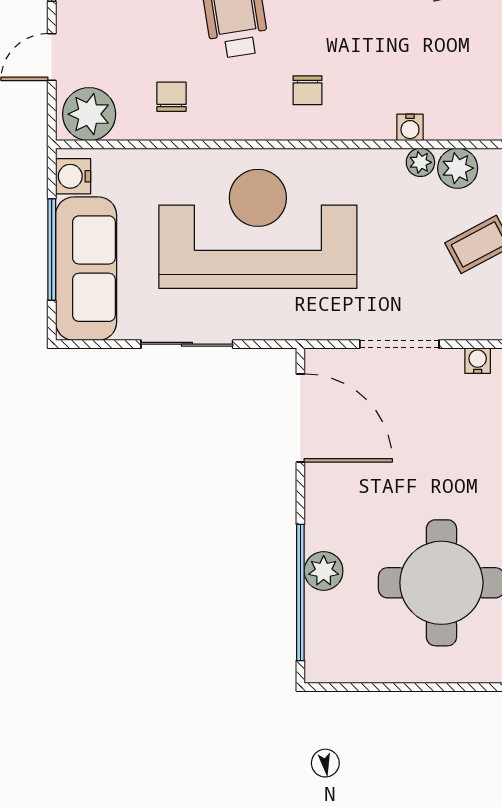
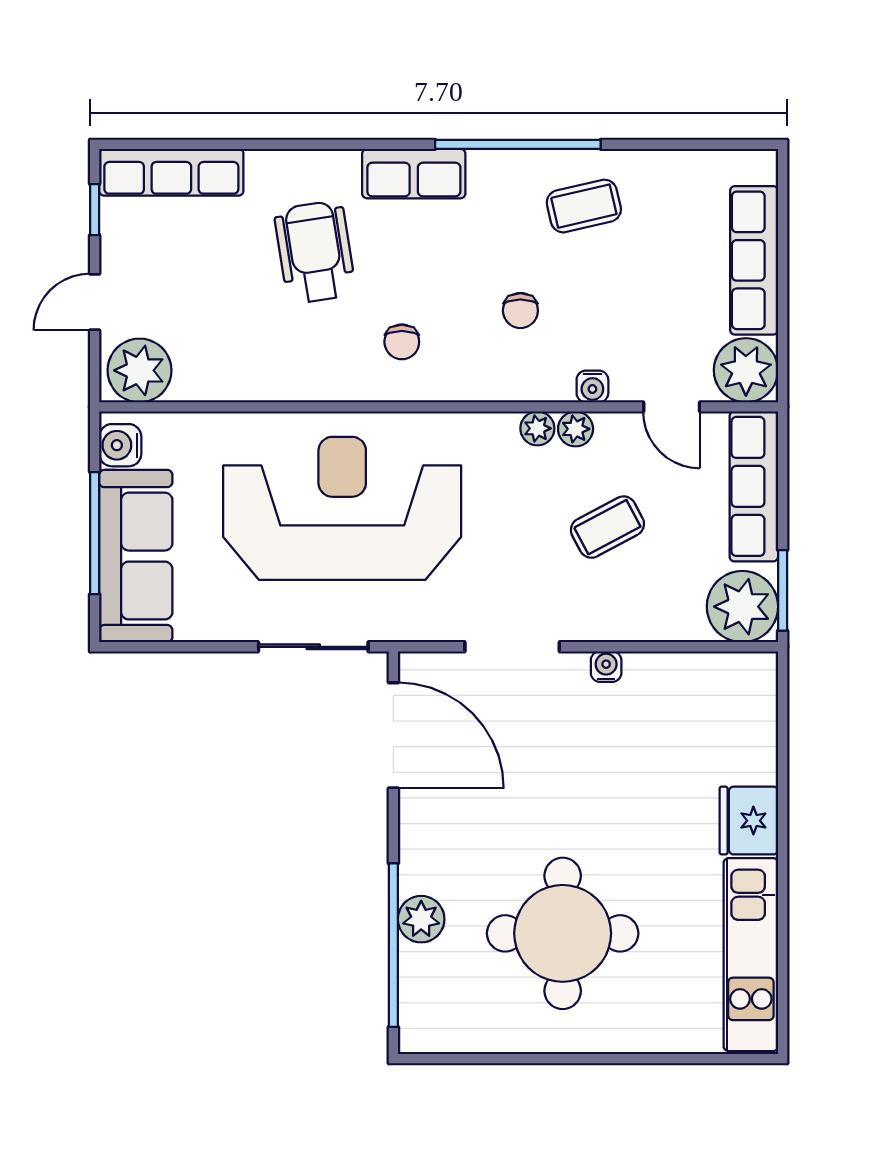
chair: (171, 97) -> (520, 311), moved, turned 180
water cooler: (410, 127) -> (592, 386), moved
plant: (458, 168) -> (576, 429), width x0.73, depth x0.73
sliding door: (187, 344) -> (313, 647), moved

